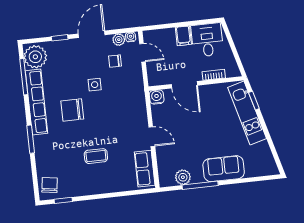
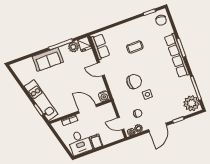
row of seats: (36, 102) -> (177, 55), moved
chair: (72, 110) -> (134, 82), moved
fridge: (166, 177) -> (84, 44), added

